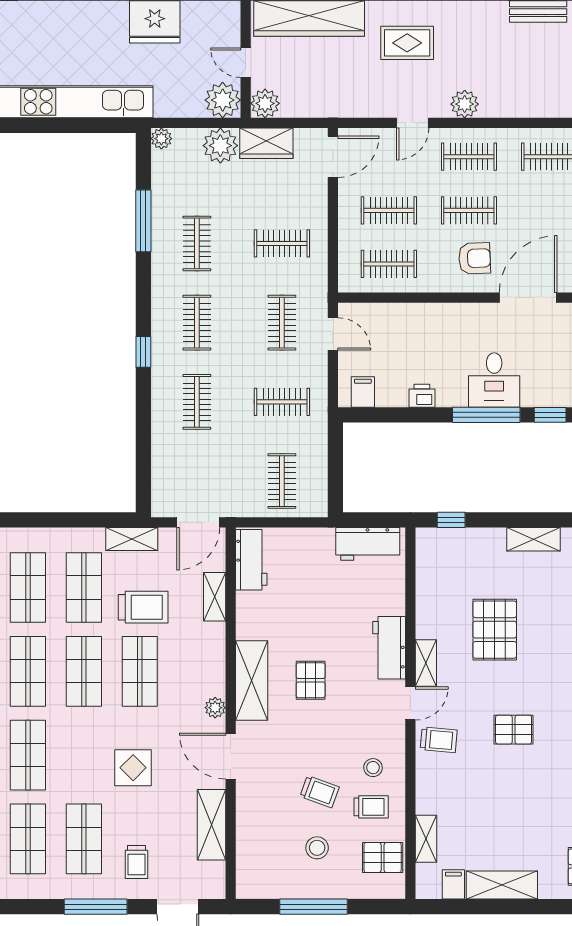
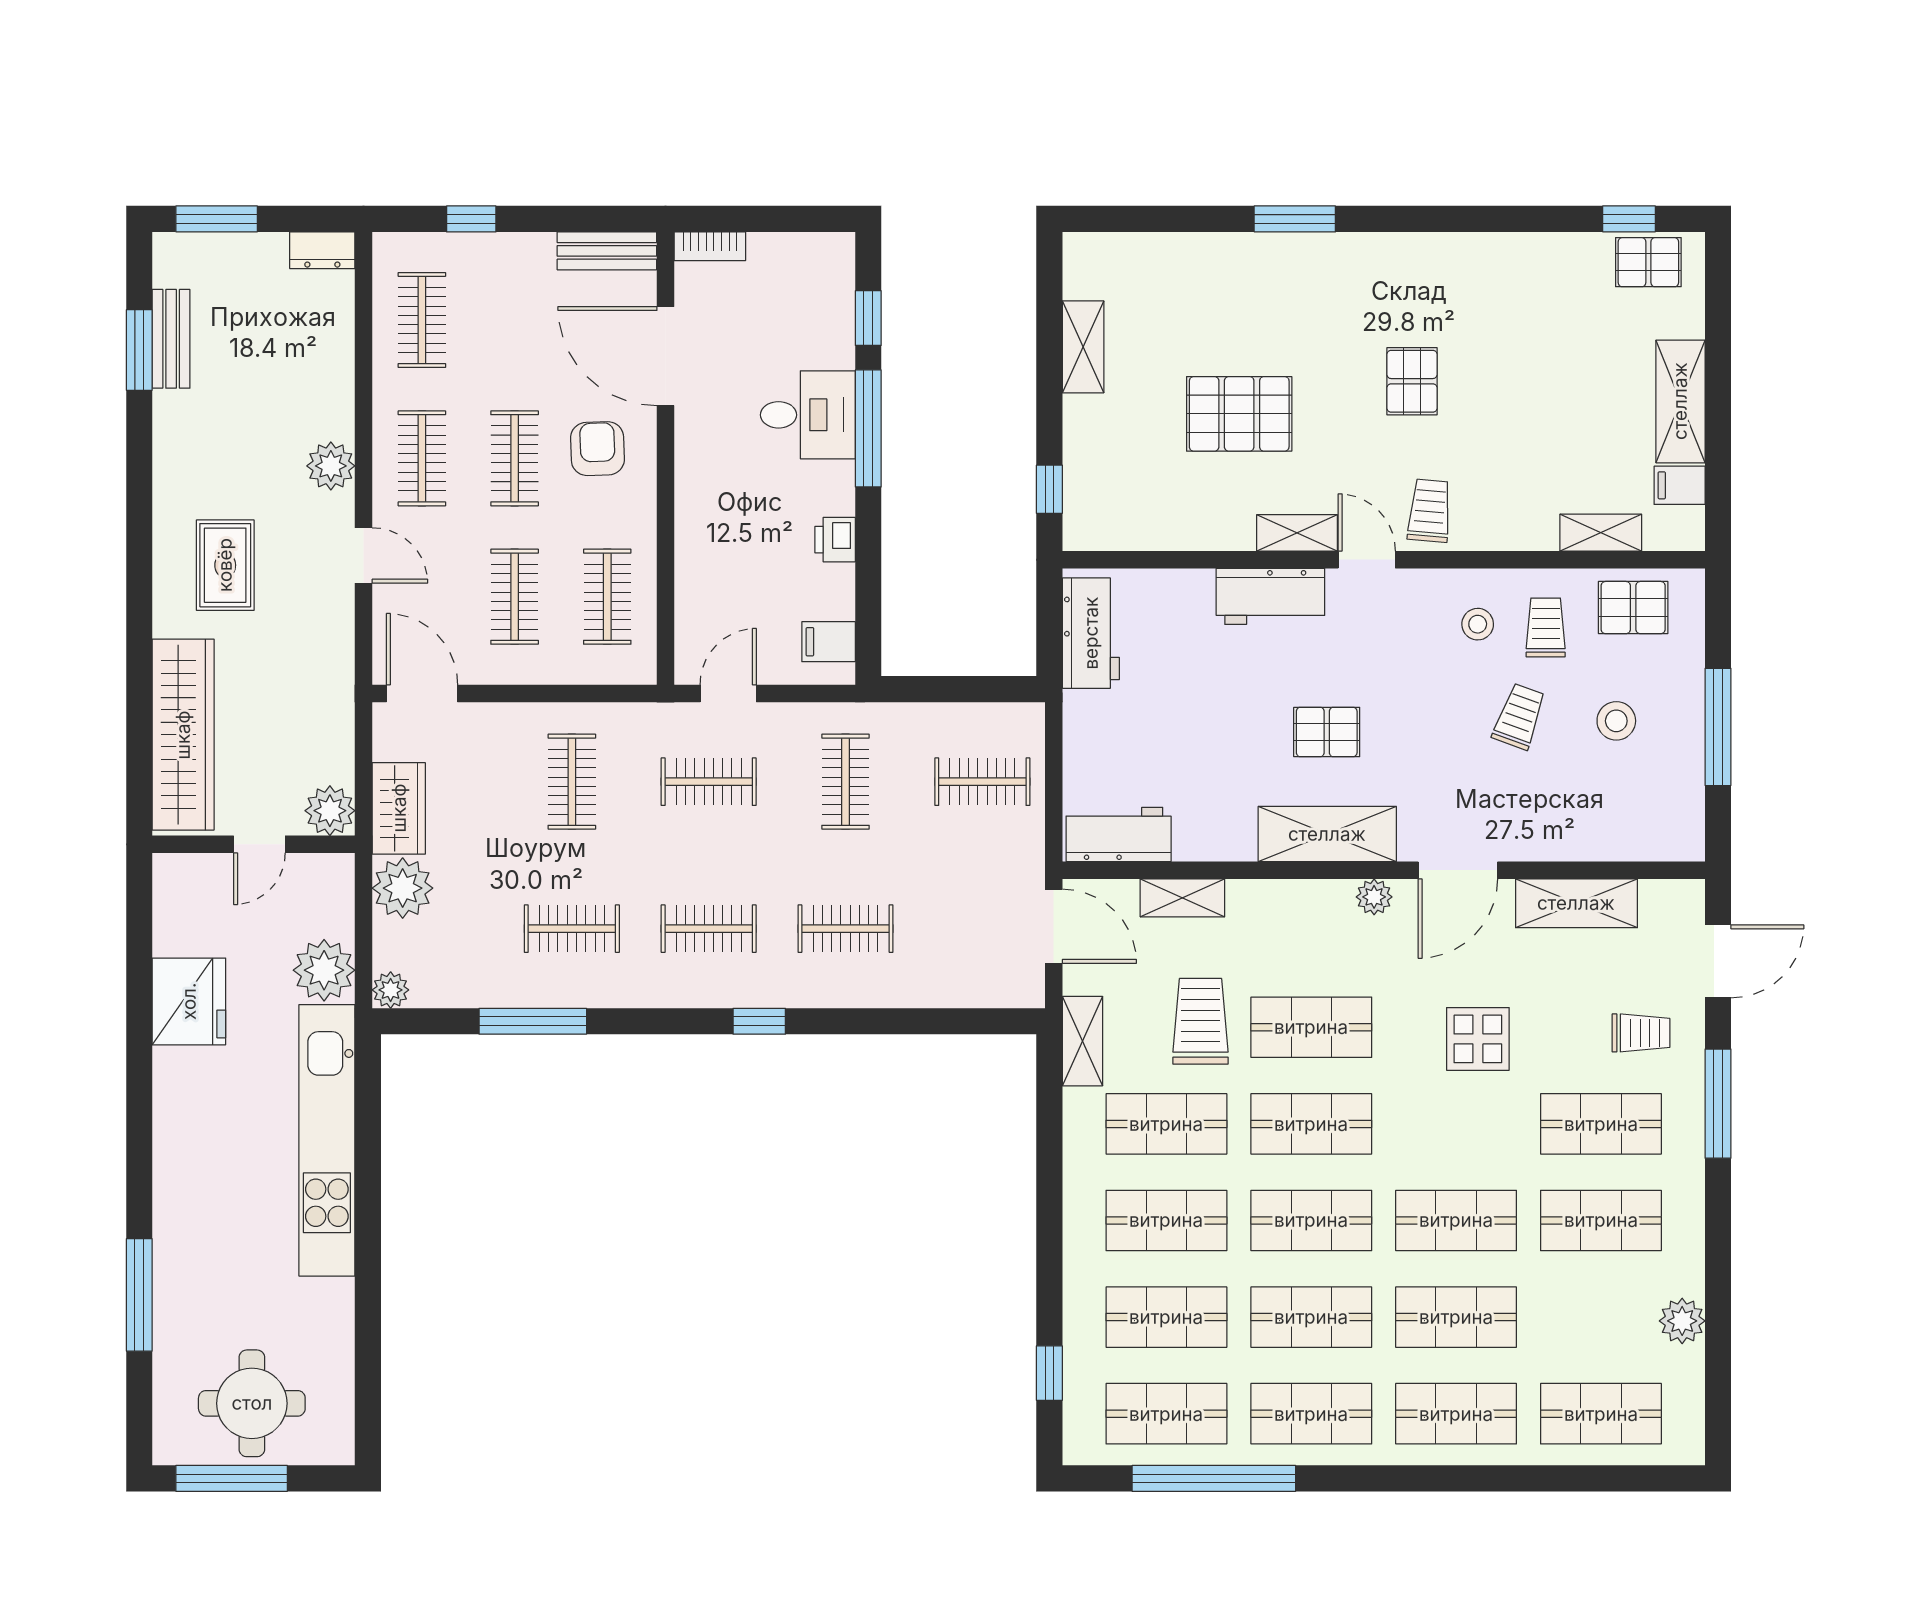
plant: (223, 100) -> (324, 970), moved
pallet: (383, 858) -> (1633, 608), turned 90

